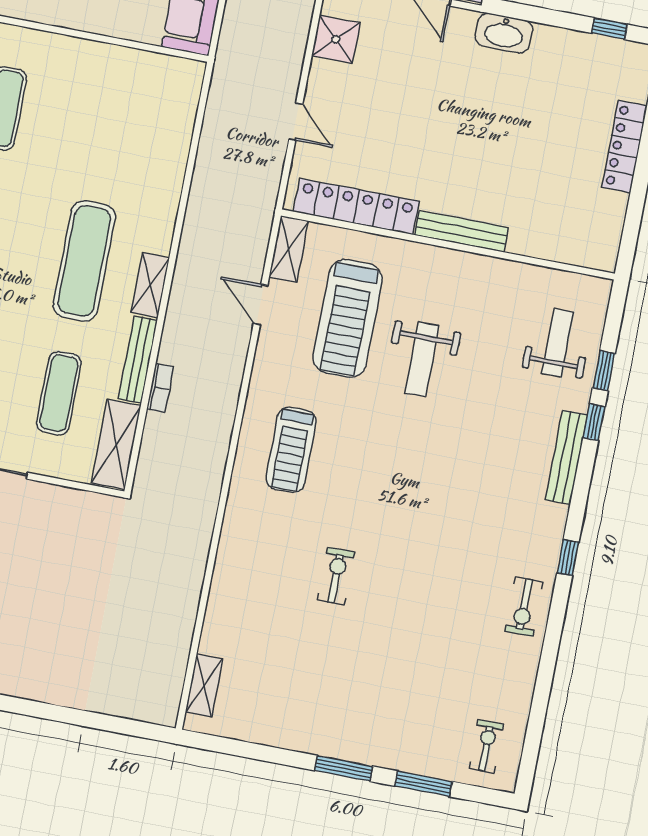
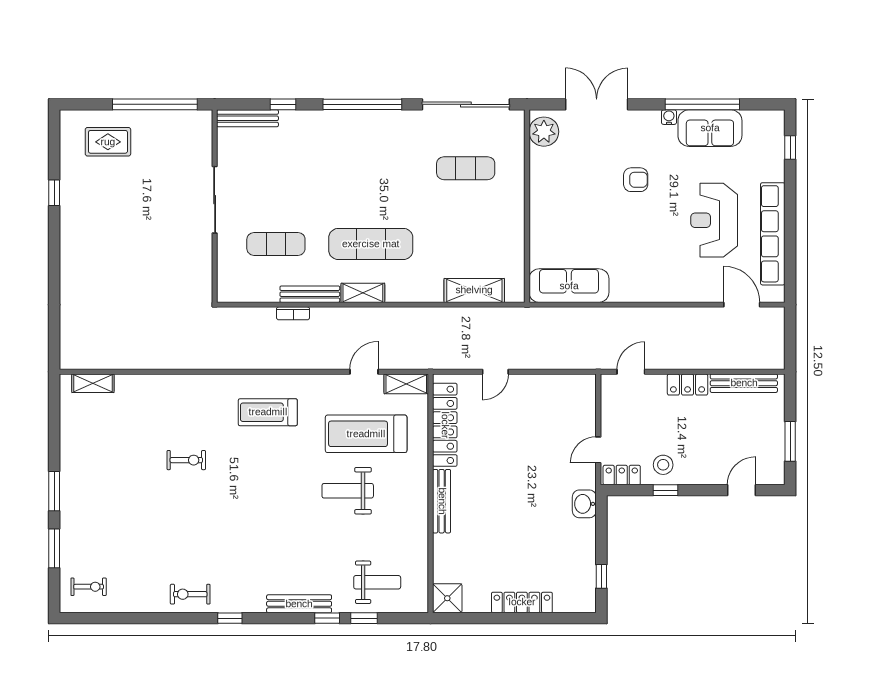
washbasin: (504, 33) -> (584, 504), width x0.72
shower: (336, 39) -> (447, 598), moved
shelving: (116, 444) -> (474, 290), moved

